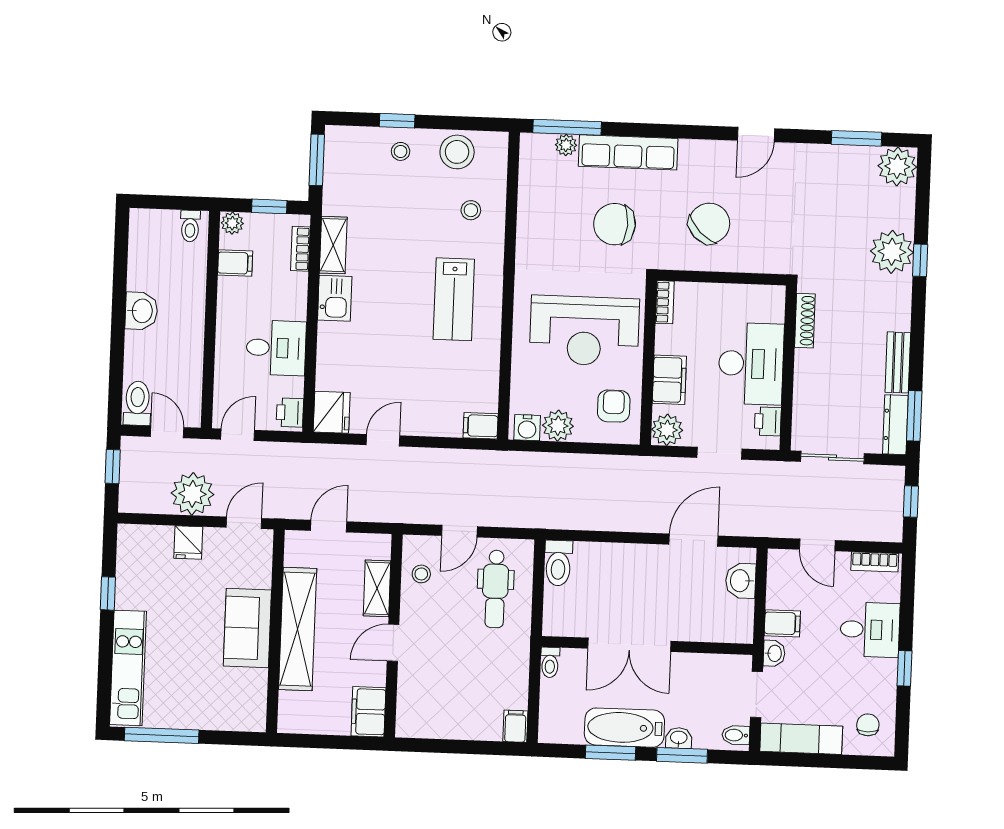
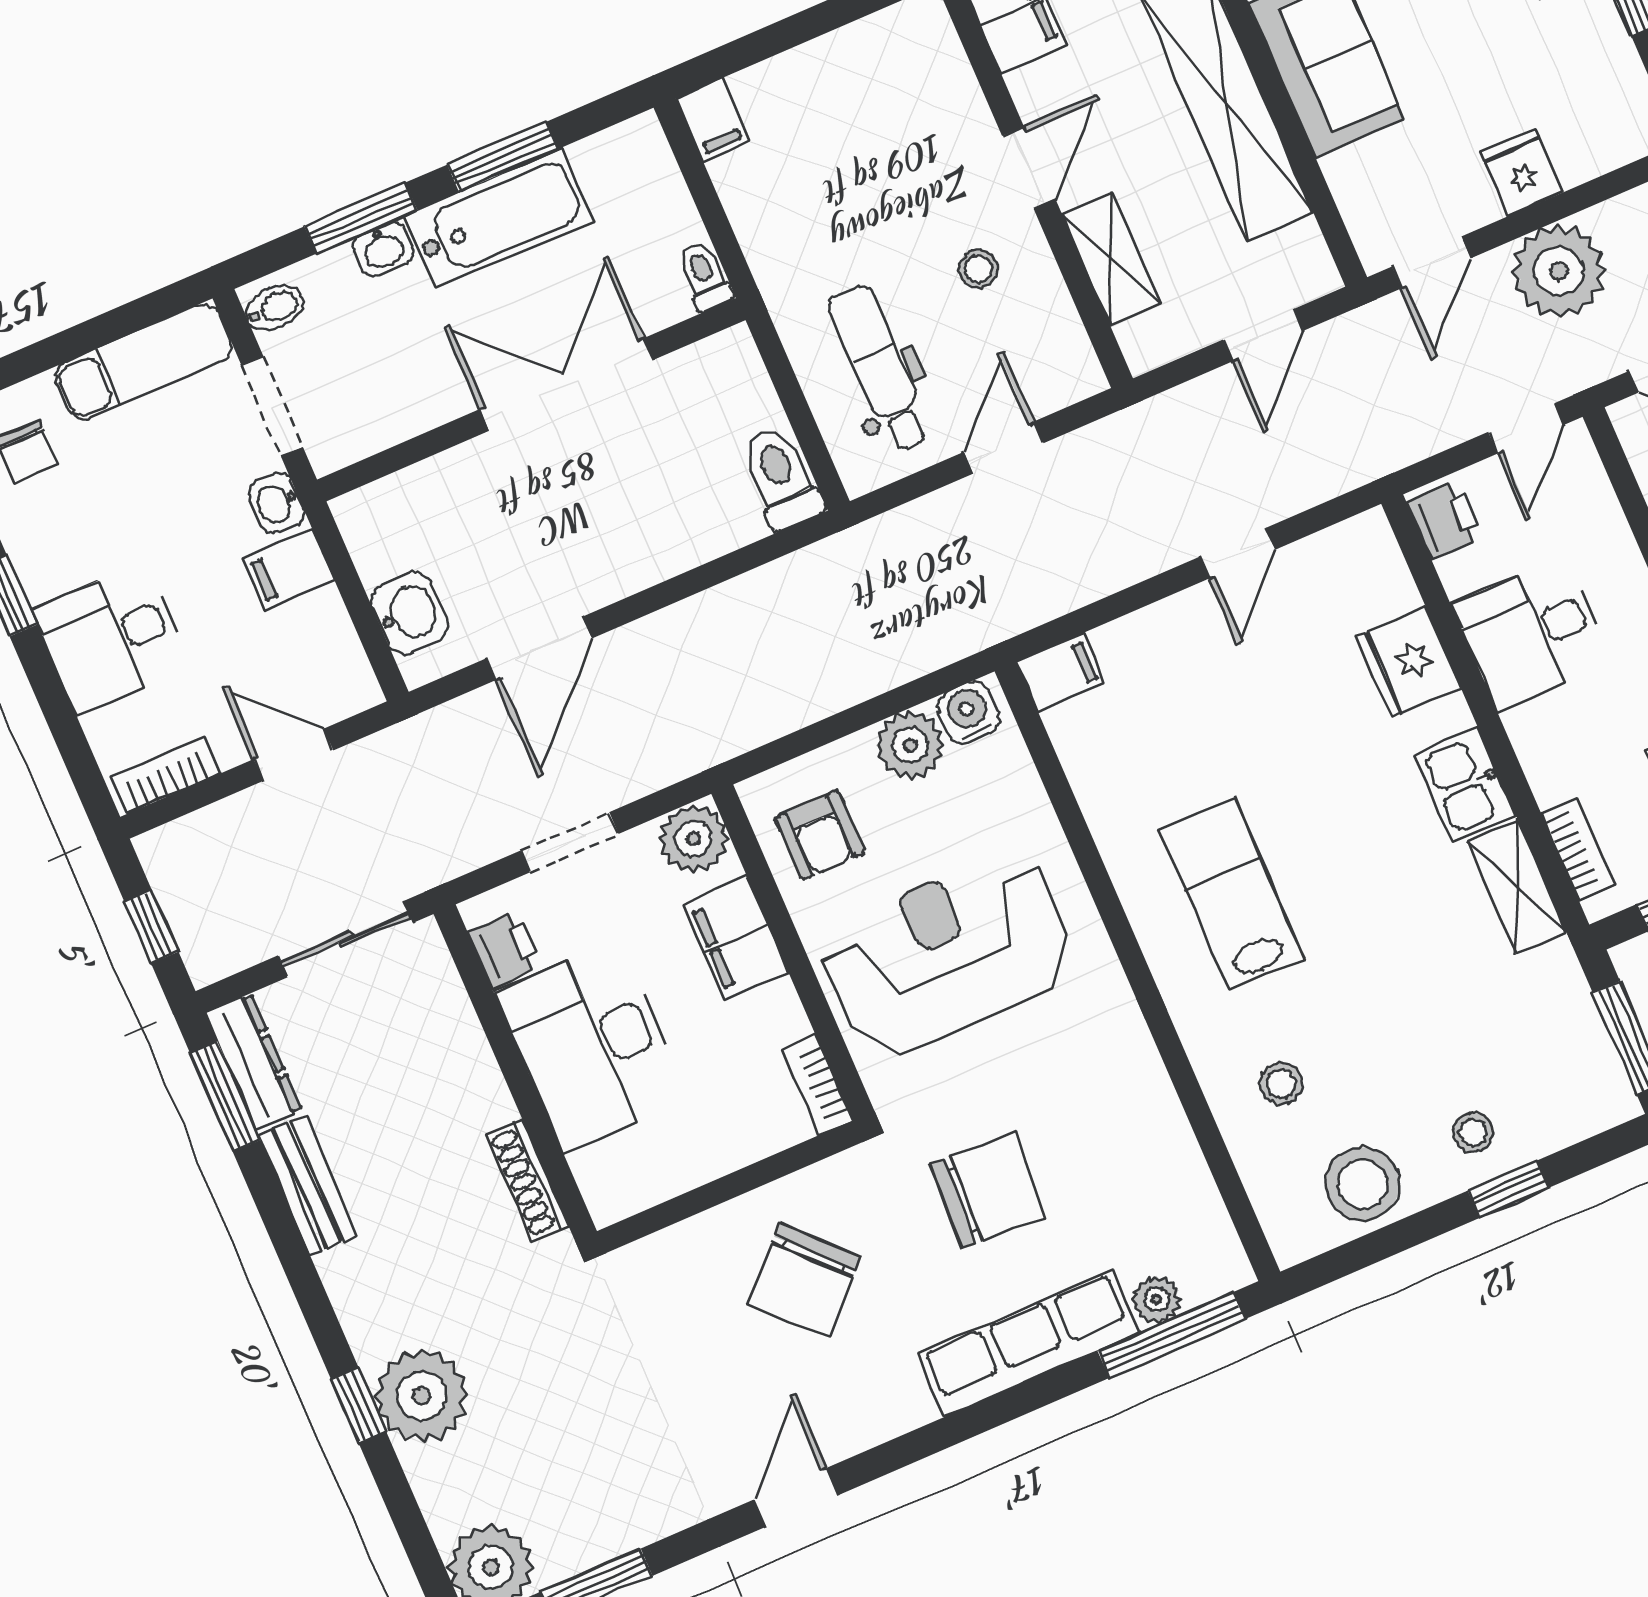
fridge: (332, 412) -> (1408, 662), moved
stool: (421, 574) -> (978, 269), moved

